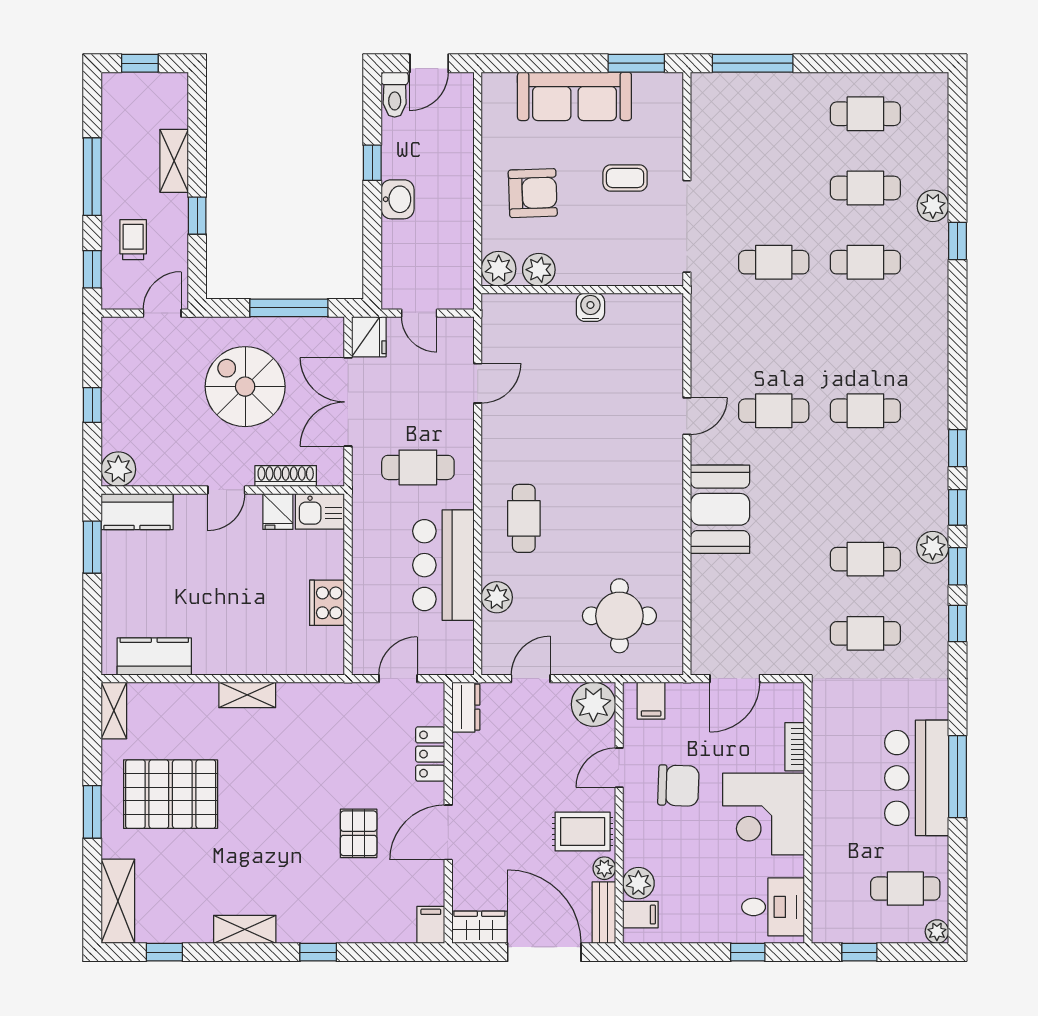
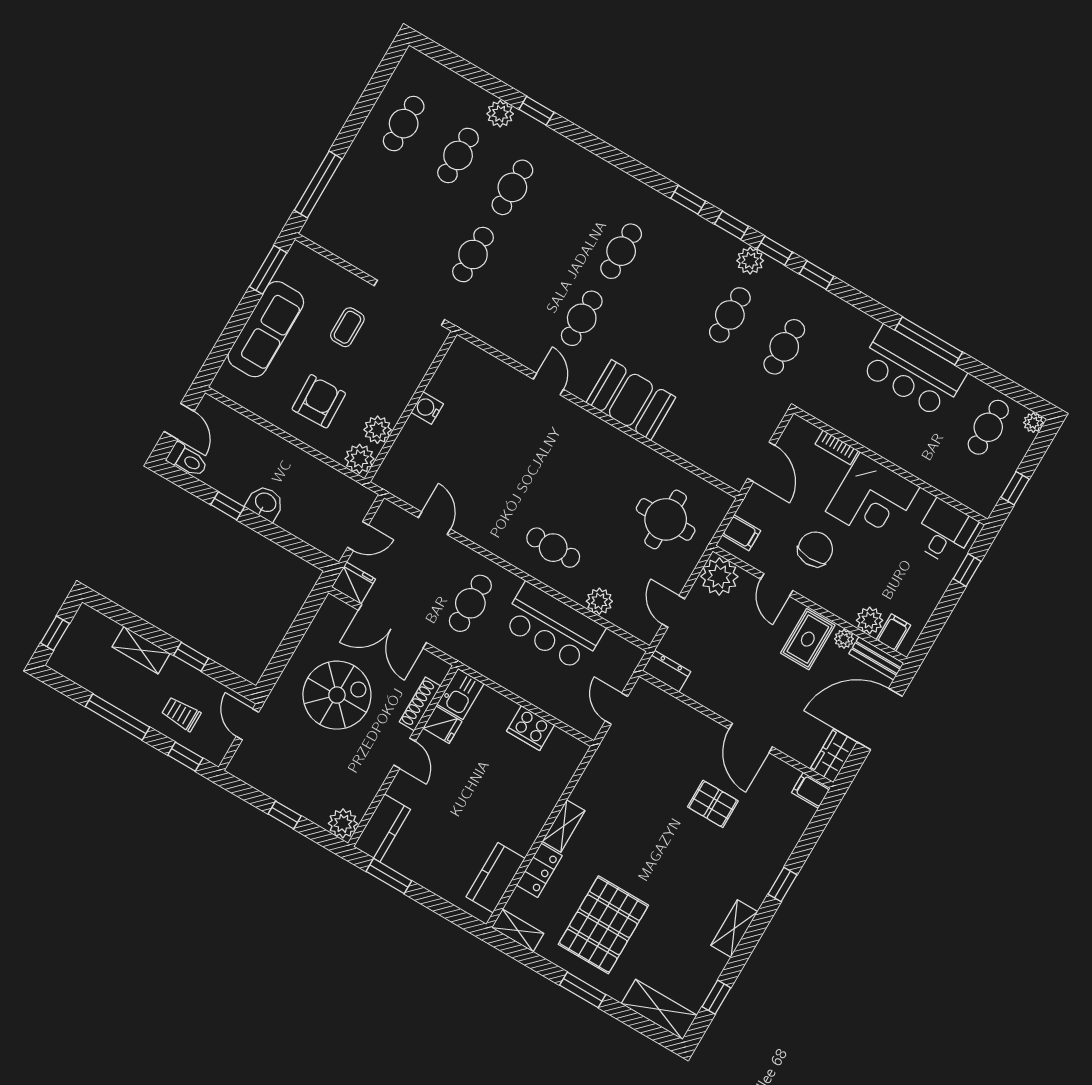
window: (289, 308) -> (298, 629), removed
spiral stairs: (245, 387) -> (337, 695), turned 180
locker: (430, 754) -> (539, 870), moved, turned -90

